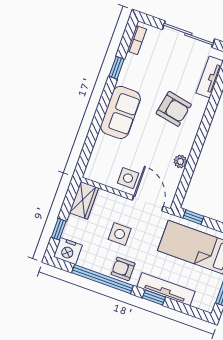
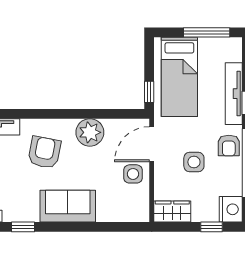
plant: (180, 161) -> (90, 132), width x1.88, depth x1.88

